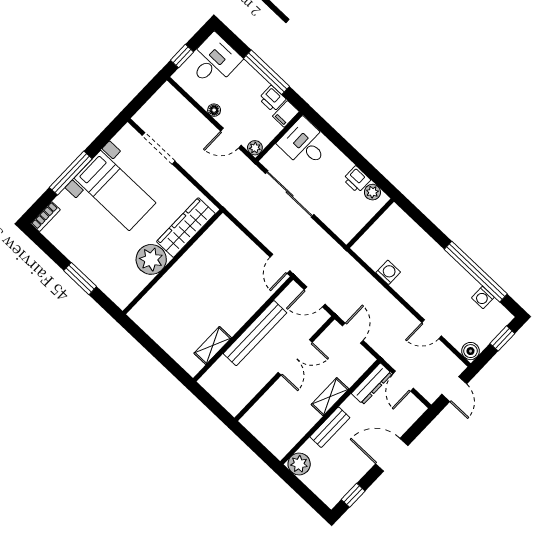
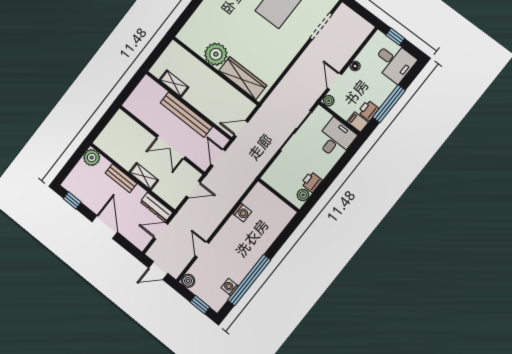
wardrobe: (186, 228) -> (243, 78), moved
plant: (151, 259) -> (216, 54), moved
wall: (173, 262) -> (216, 71), moved

